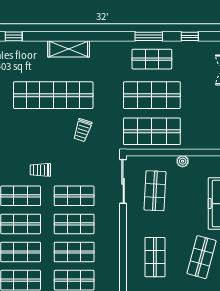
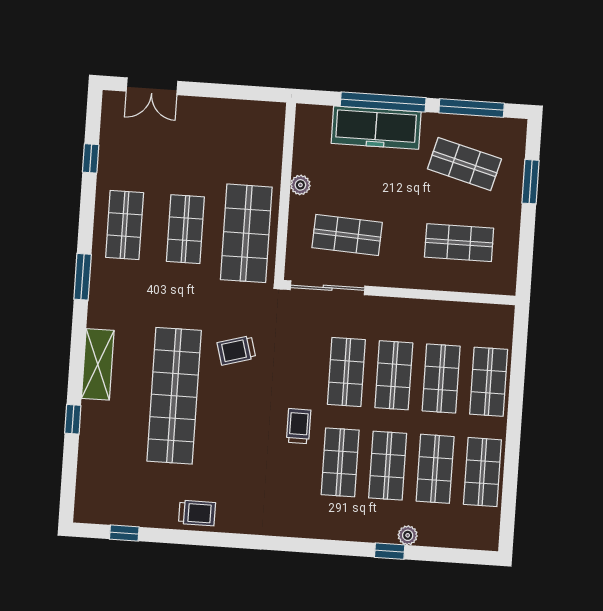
window: (14, 36) -> (73, 419), moved
window: (149, 36) -> (83, 277), moved
shop shelf: (152, 95) -> (185, 229), width x0.70, depth x0.74
trolley: (82, 130) -> (236, 350), turned 146
trolley: (40, 170) -> (299, 426), turned 180

